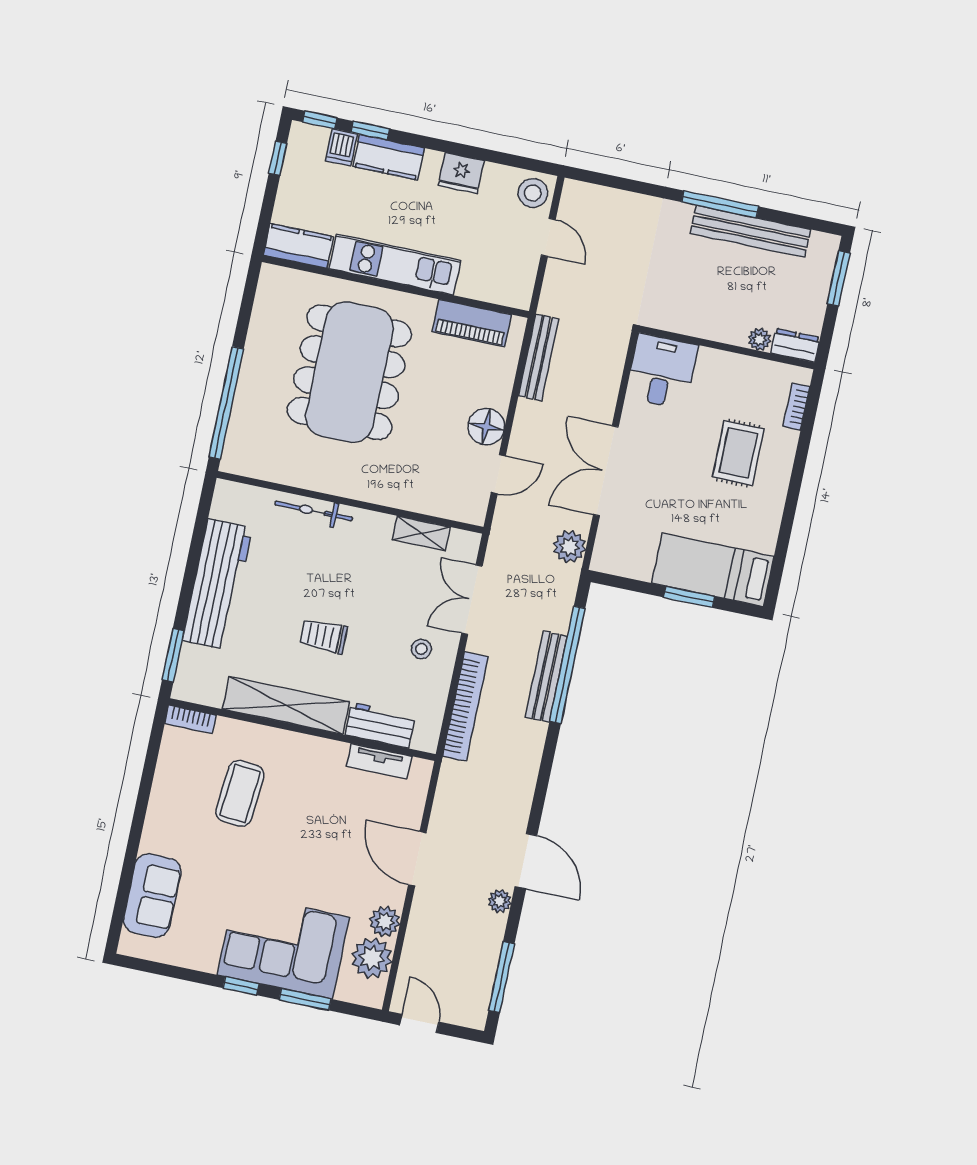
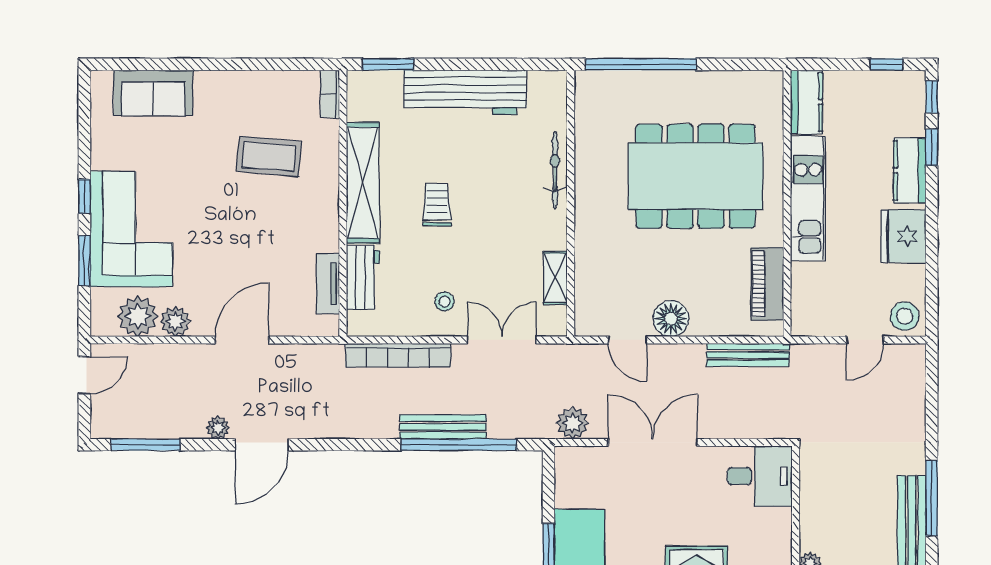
dishwasher: (341, 147) -> (910, 123), removed
fridge: (461, 173) -> (904, 236), width x1.36, depth x1.34

